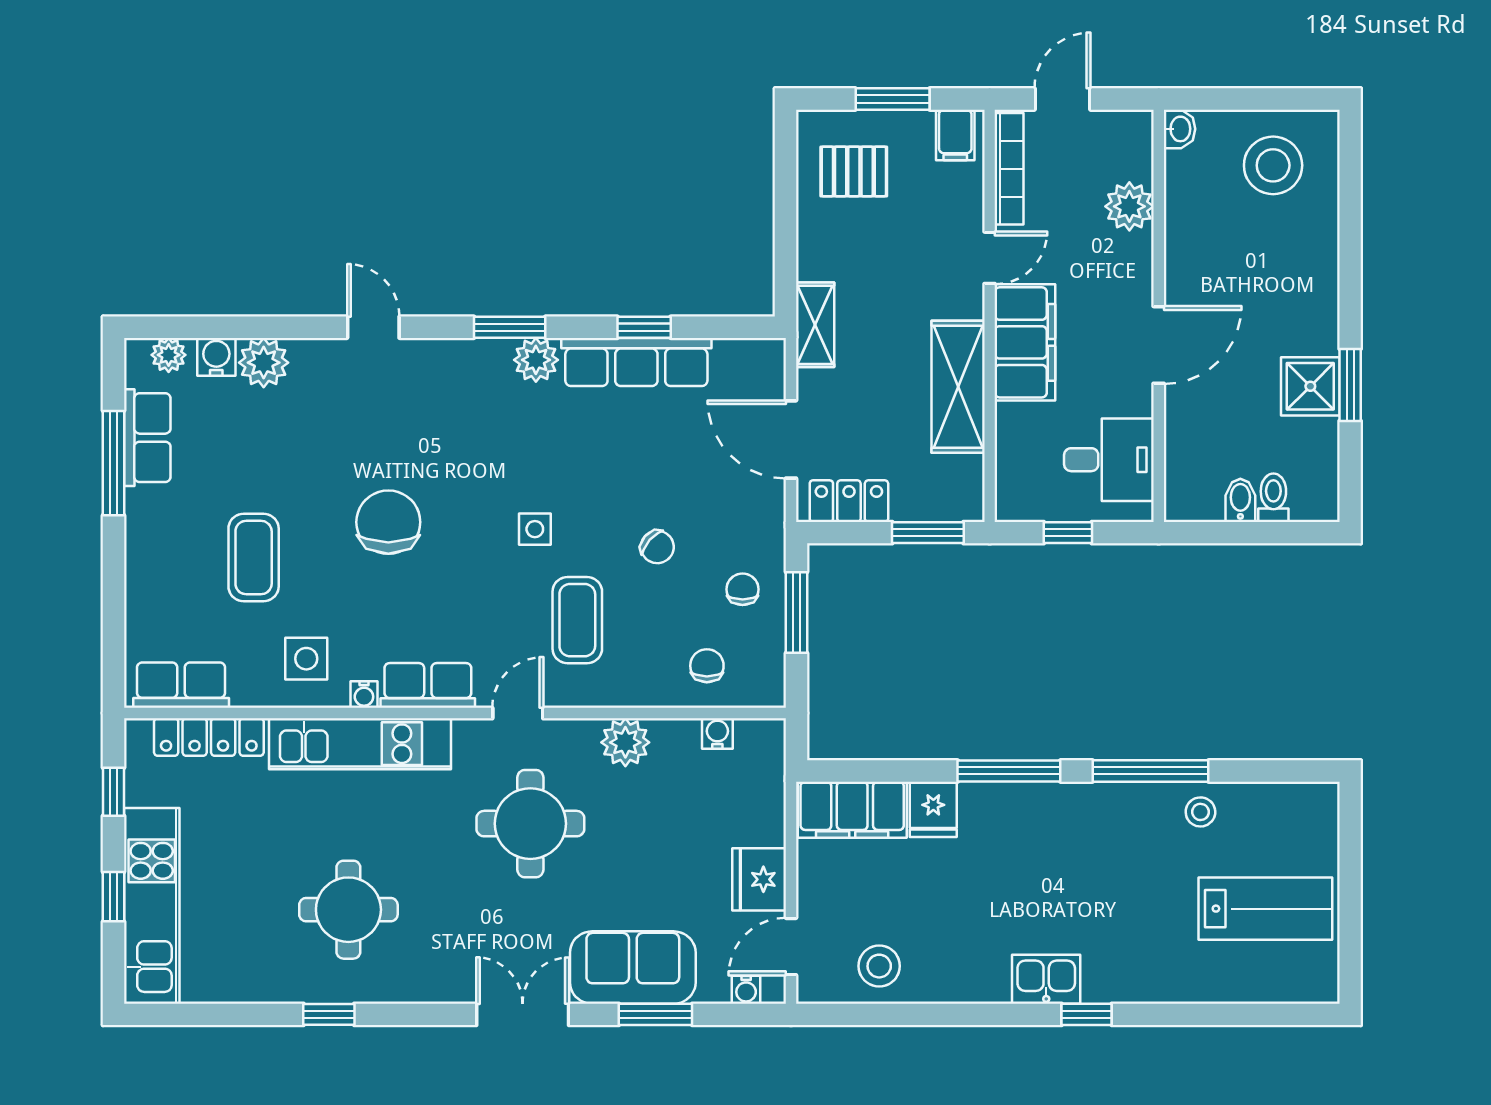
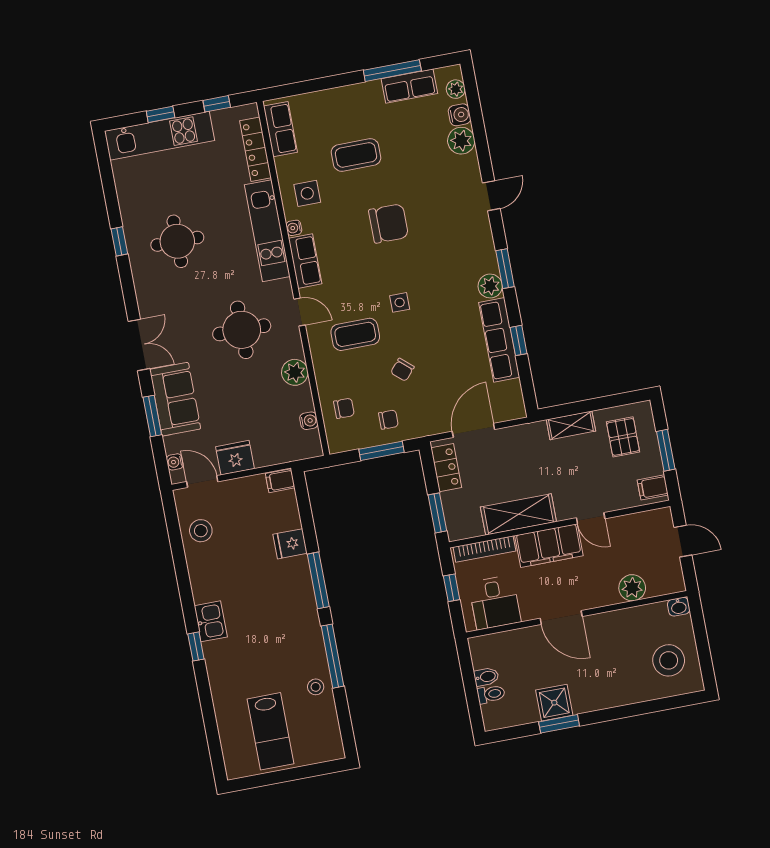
bookcase: (1009, 169) -> (484, 549), moved
shelving: (815, 325) -> (571, 425), moved
filing cabinet: (852, 810) -> (280, 481), width x0.33, depth x0.86

